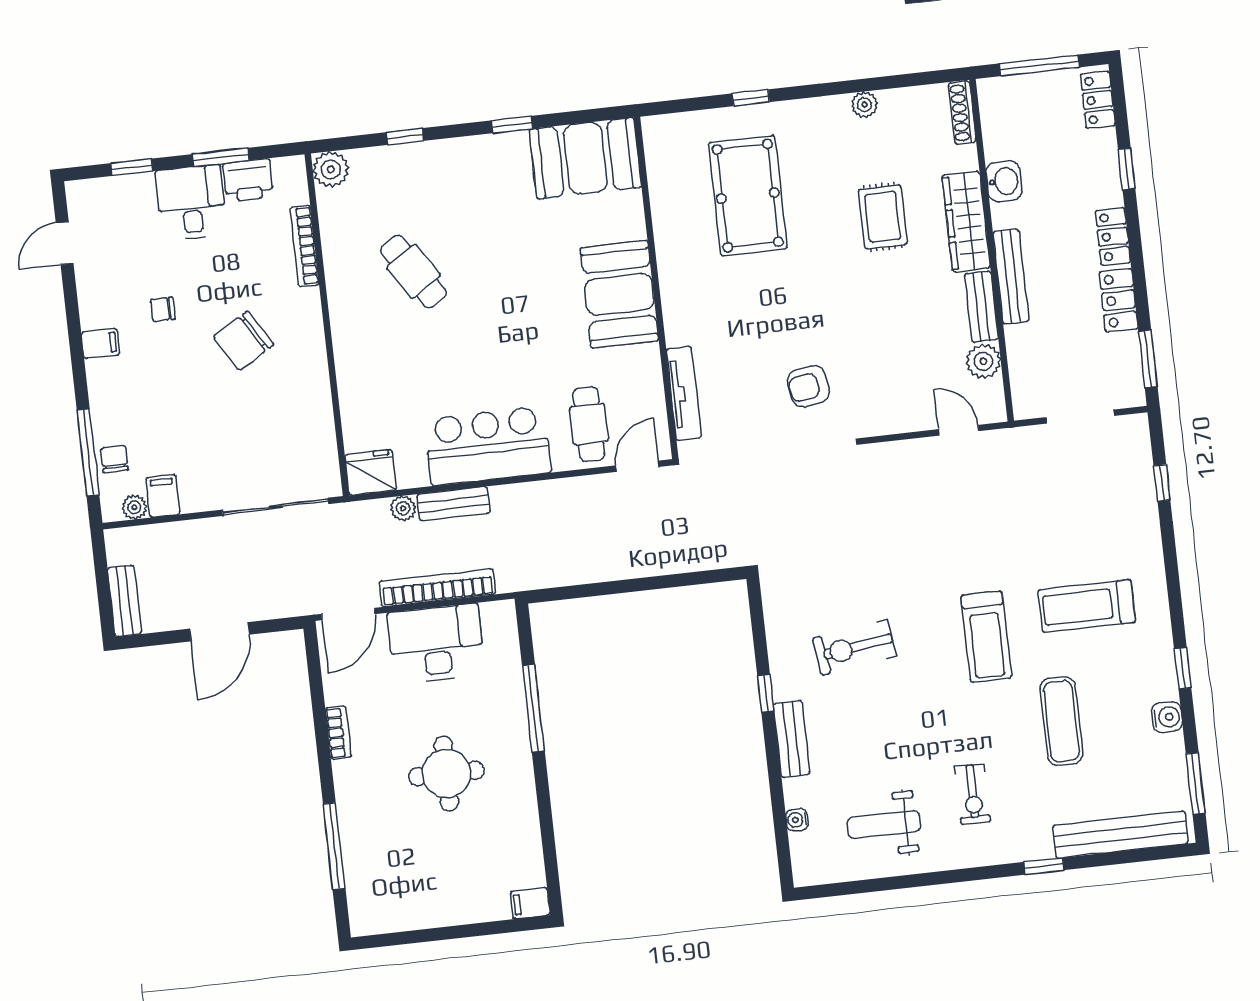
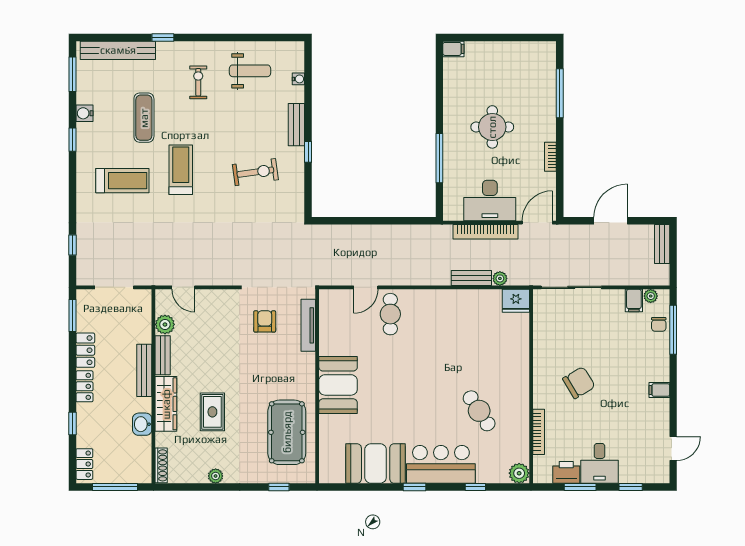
wall: (656, 288) -> (317, 386), moved
booth: (619, 294) -> (338, 385), moved
chair: (163, 309) -> (622, 405), removed
armchair: (808, 386) -> (265, 321), turned -80
tv unit: (684, 393) -> (308, 325), moved
bar counter: (488, 446) -> (441, 464), moved, turned 180

